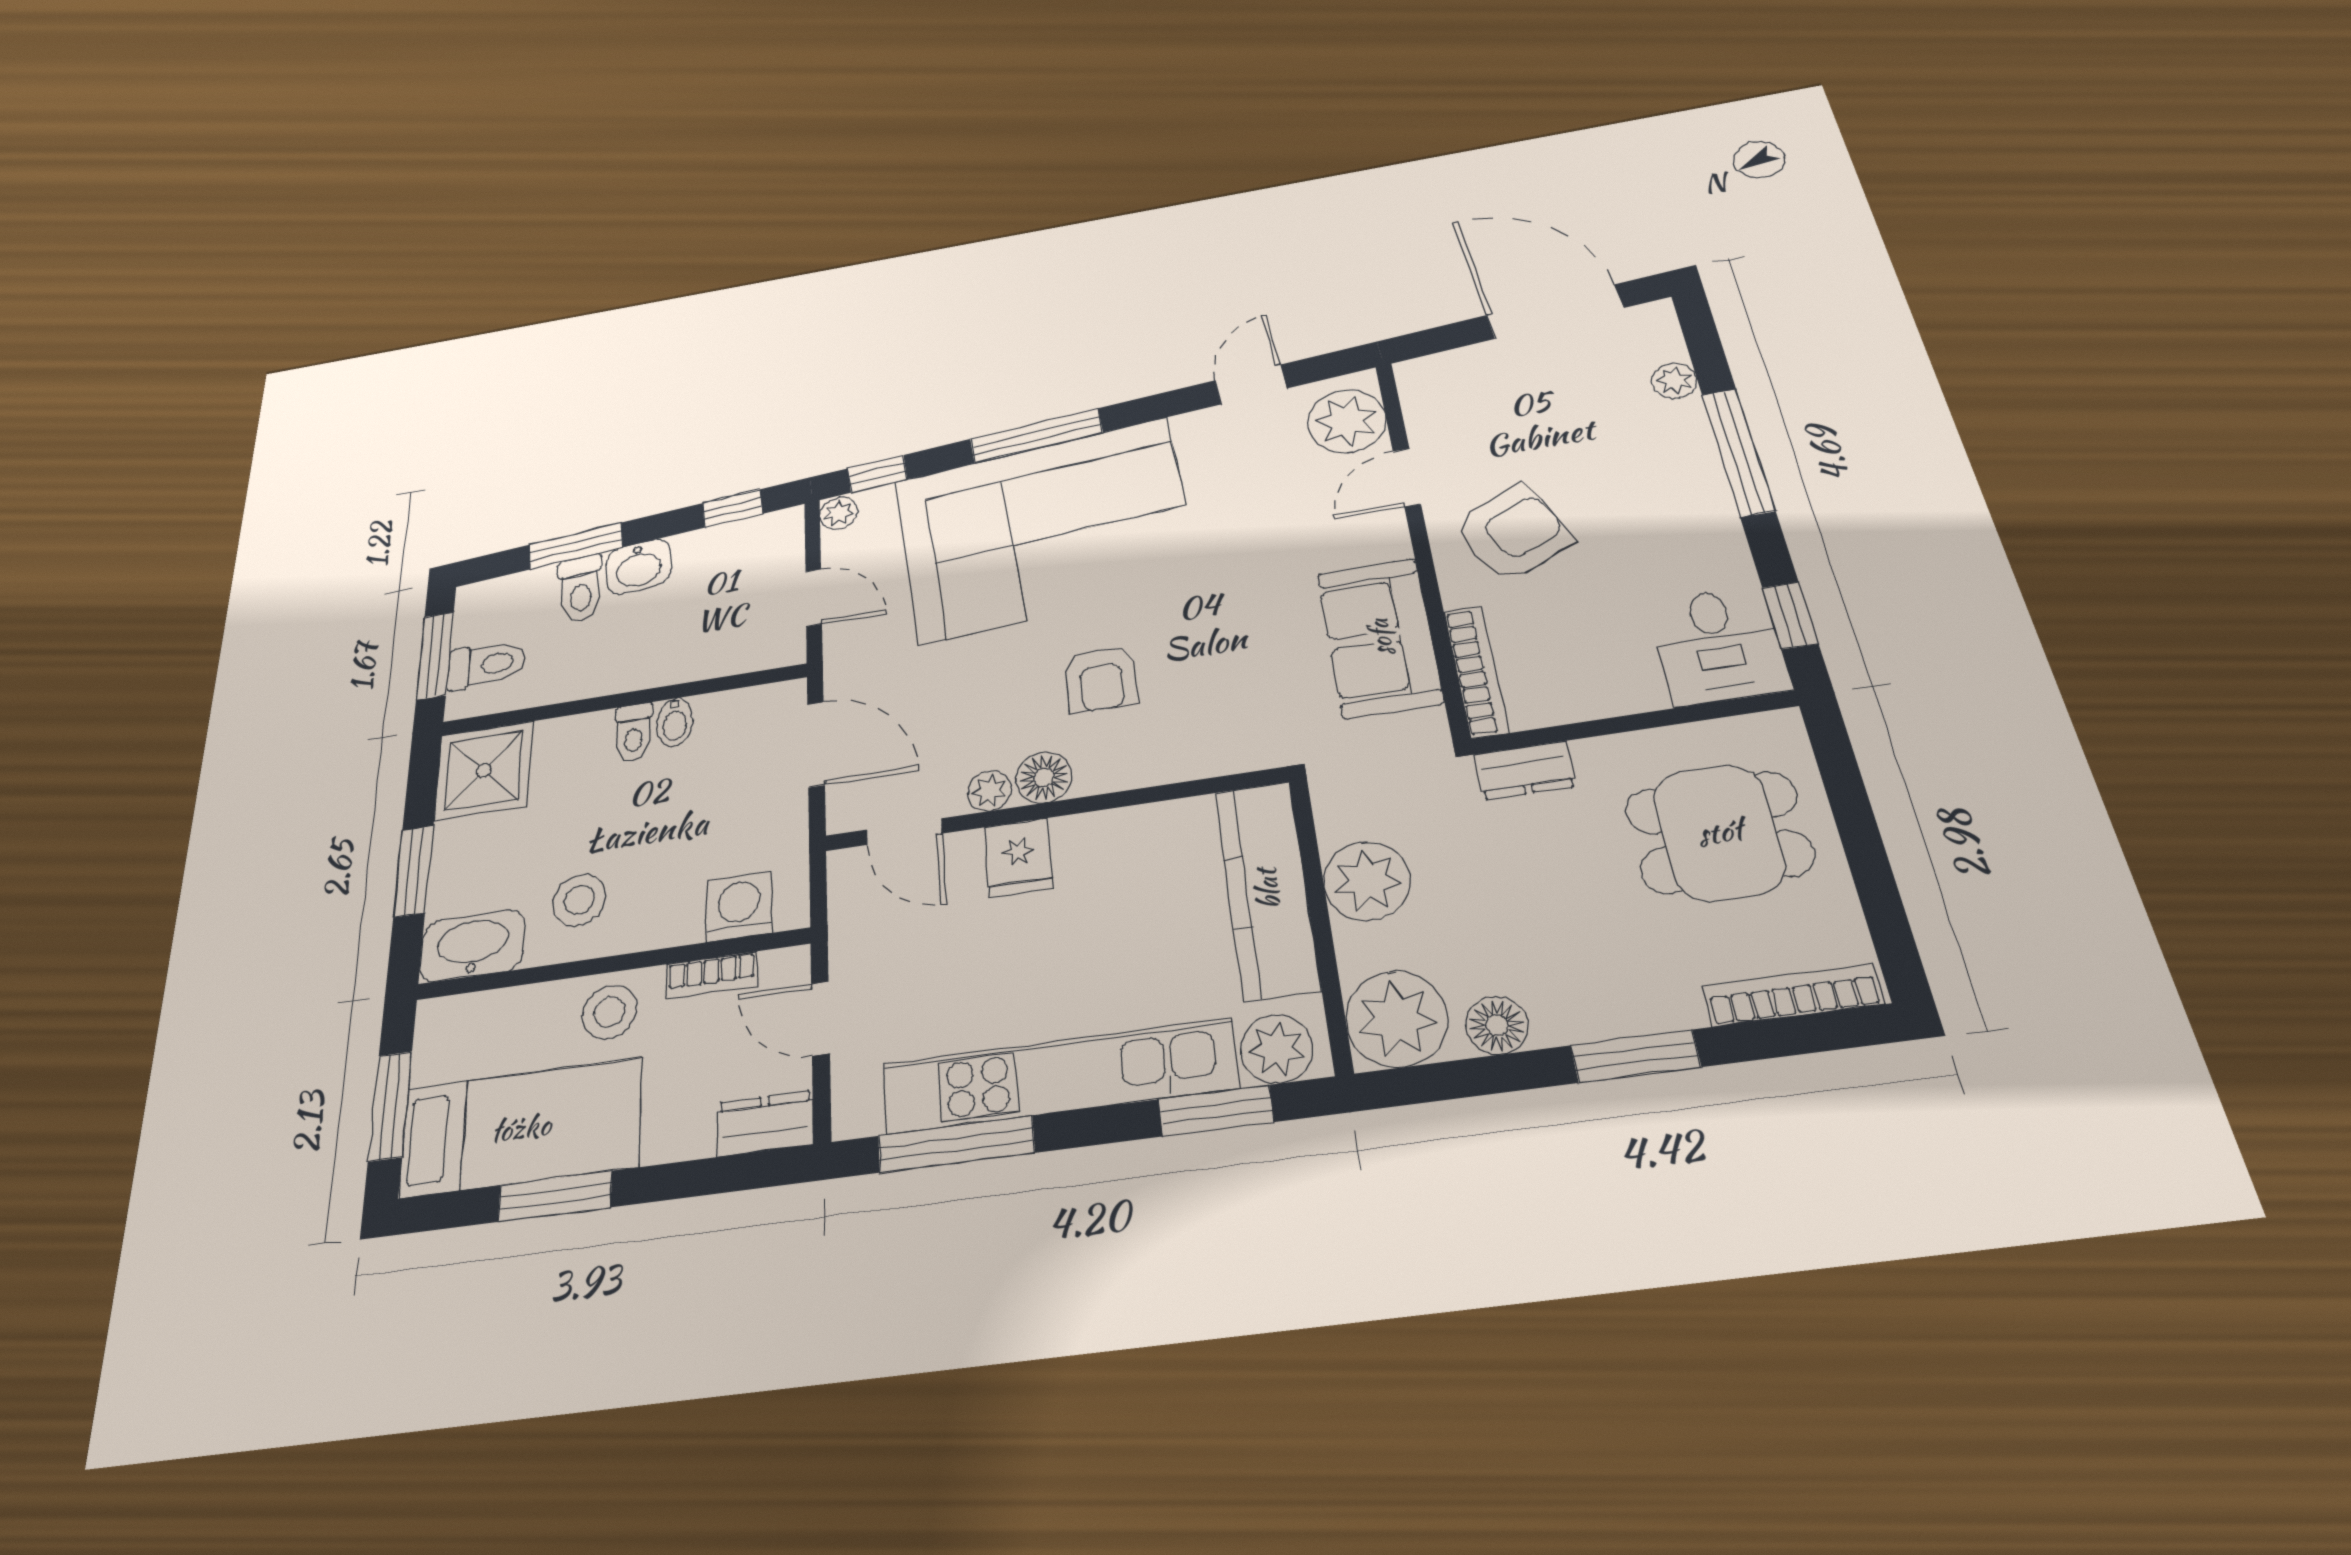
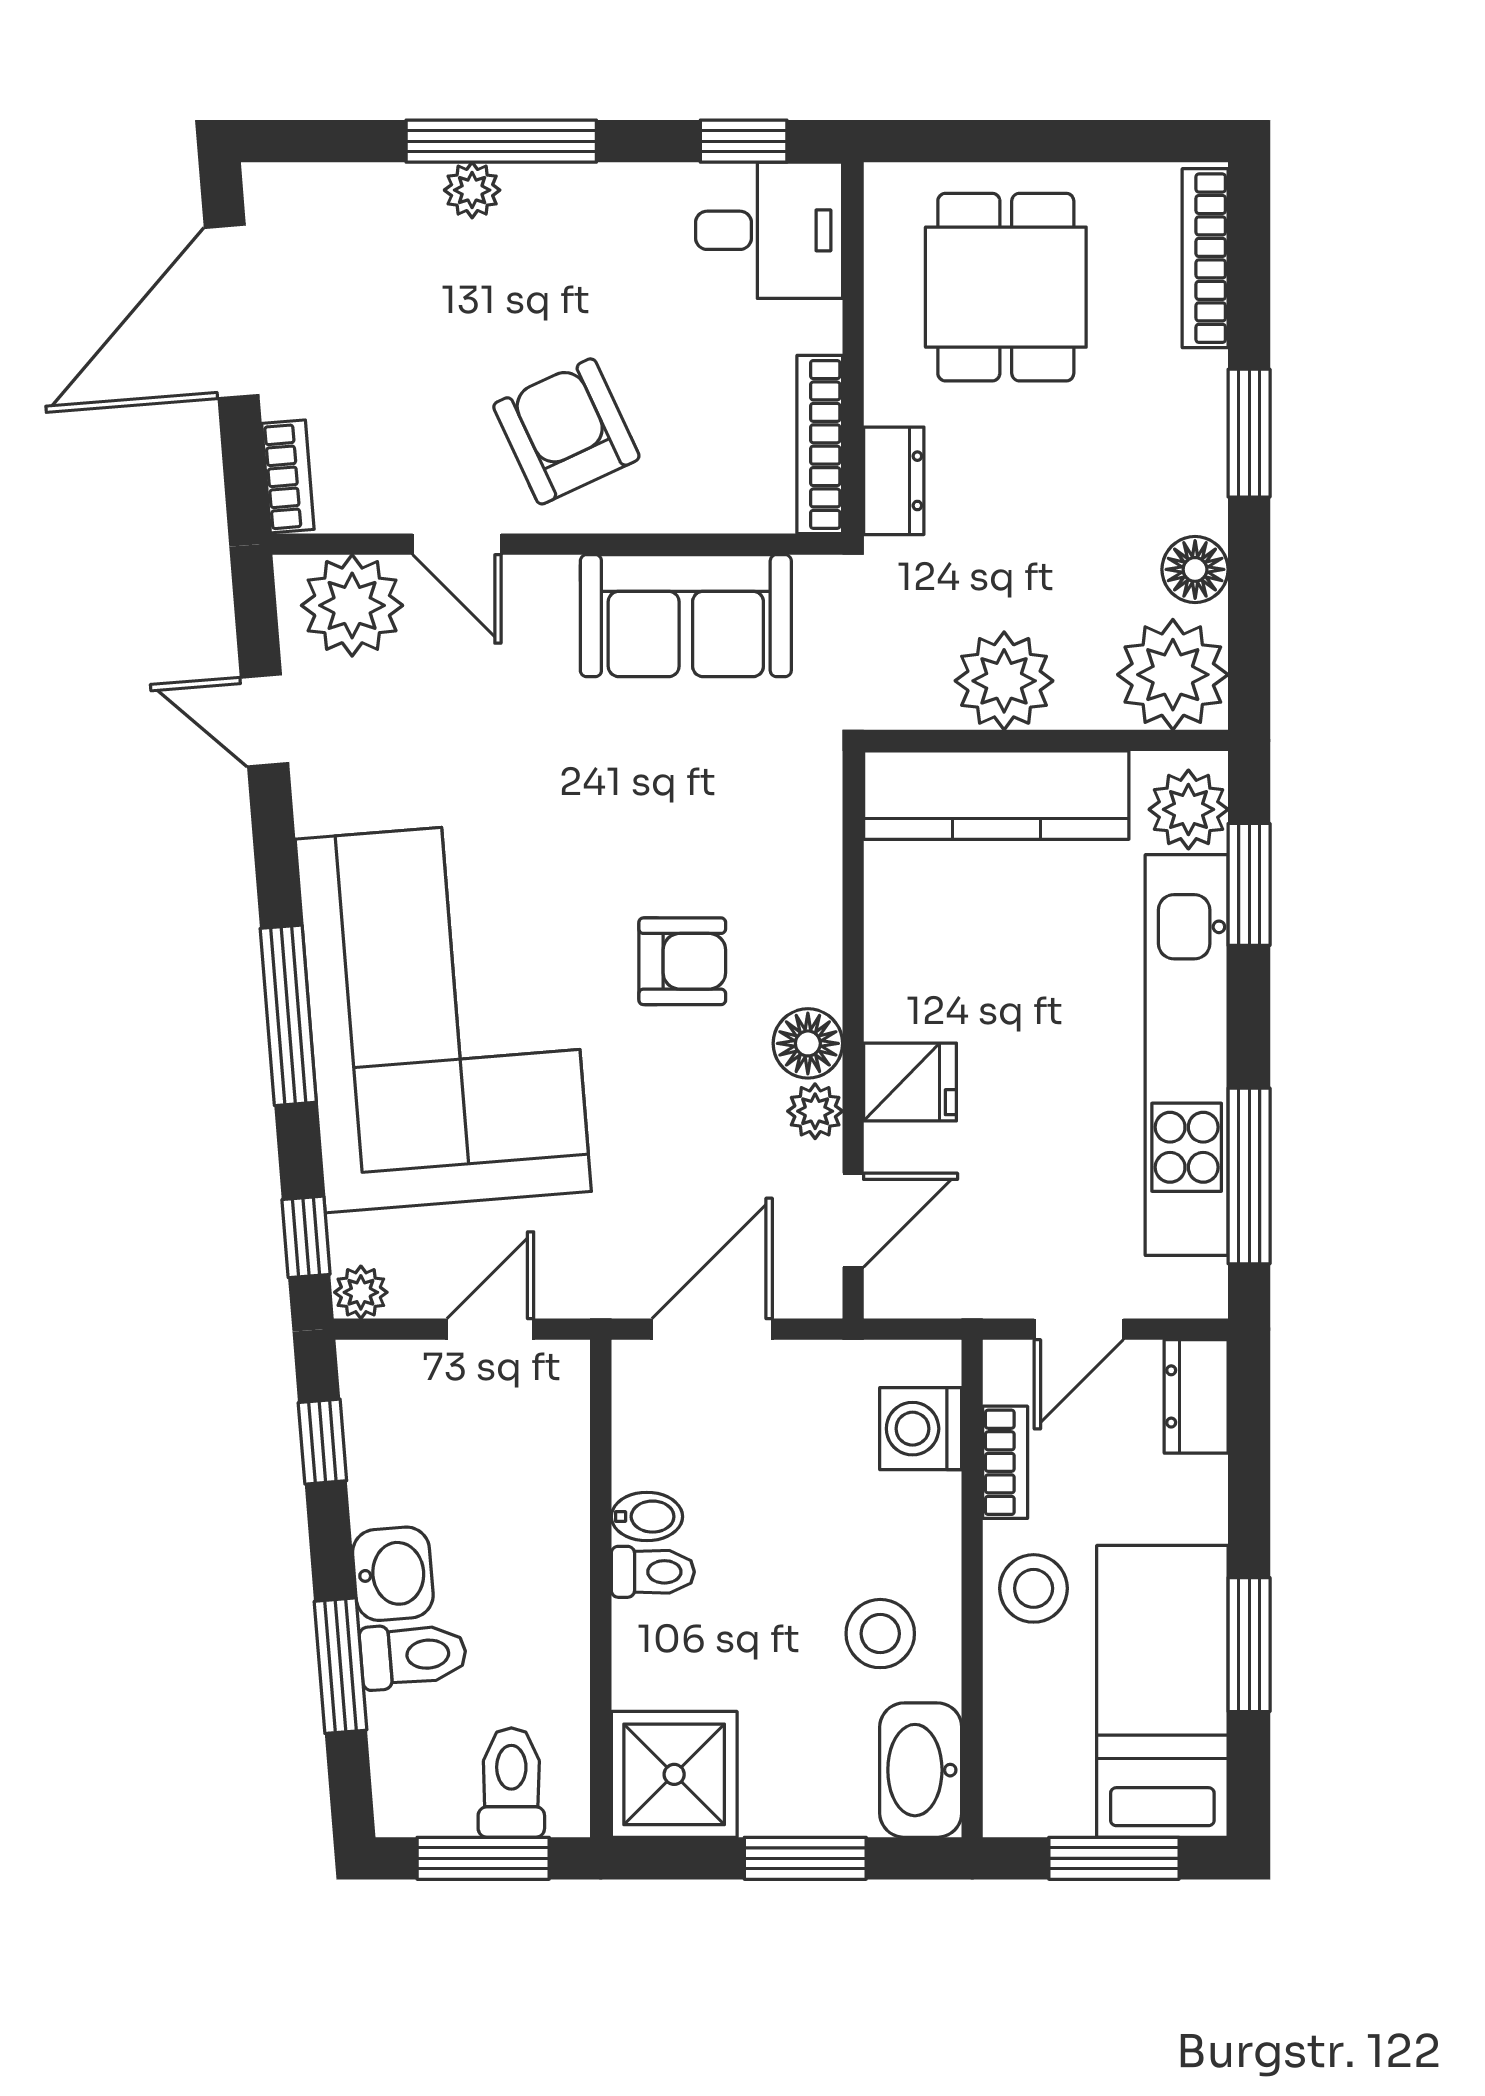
bookcase: (1437, 366) -> (288, 476), added
plant: (1674, 381) -> (472, 190), moved
bookcase: (1476, 671) -> (820, 444), moved, turned -90

